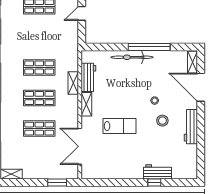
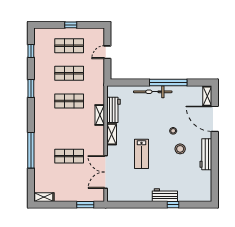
shop shelf: (39, 98) -> (69, 73), moved
lab bench: (120, 126) -> (142, 154), turned 90
workbench: (158, 172) -> (165, 195), moved

